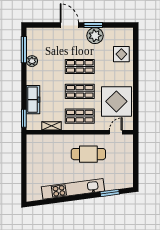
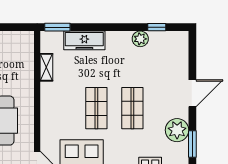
window: (93, 25) -> (192, 144), moved
window: (24, 50) -> (157, 27), width x0.46
shop shelf: (80, 116) -> (60, 108), removed

